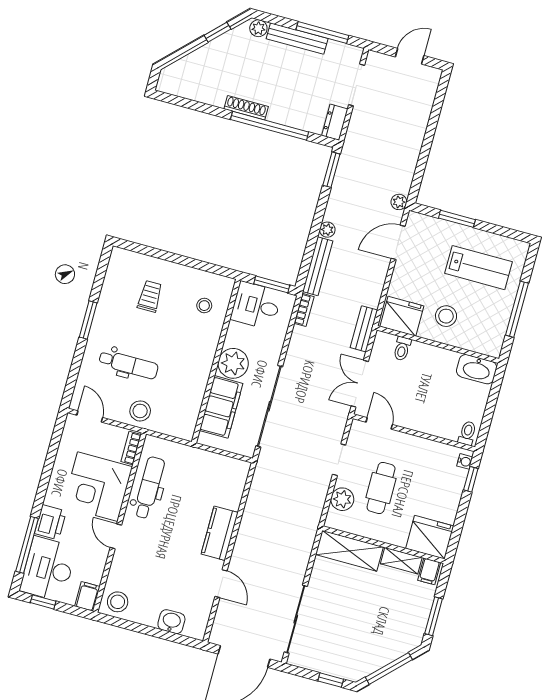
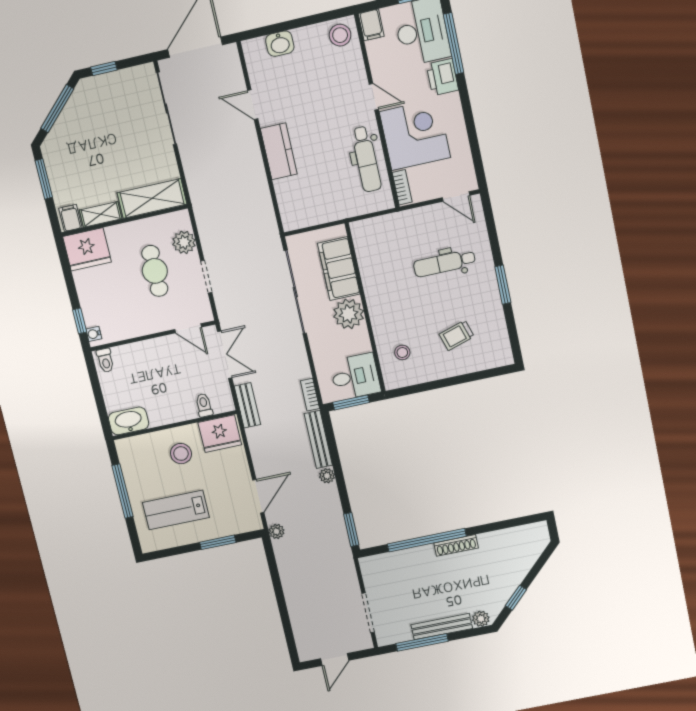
dresser: (335, 122) -> (370, 572), removed
trolley: (150, 296) -> (457, 335), turned 73
stool: (140, 411) -> (412, 226), removed

